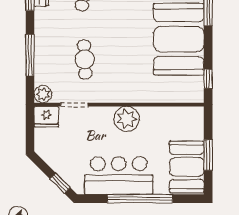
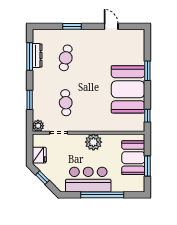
window: (30, 55) -> (30, 100), width x0.69
fridge: (46, 117) -> (39, 155), moved, turned -90
booth: (187, 167) -> (133, 158), moved
window: (60, 183) -> (42, 178), moved

